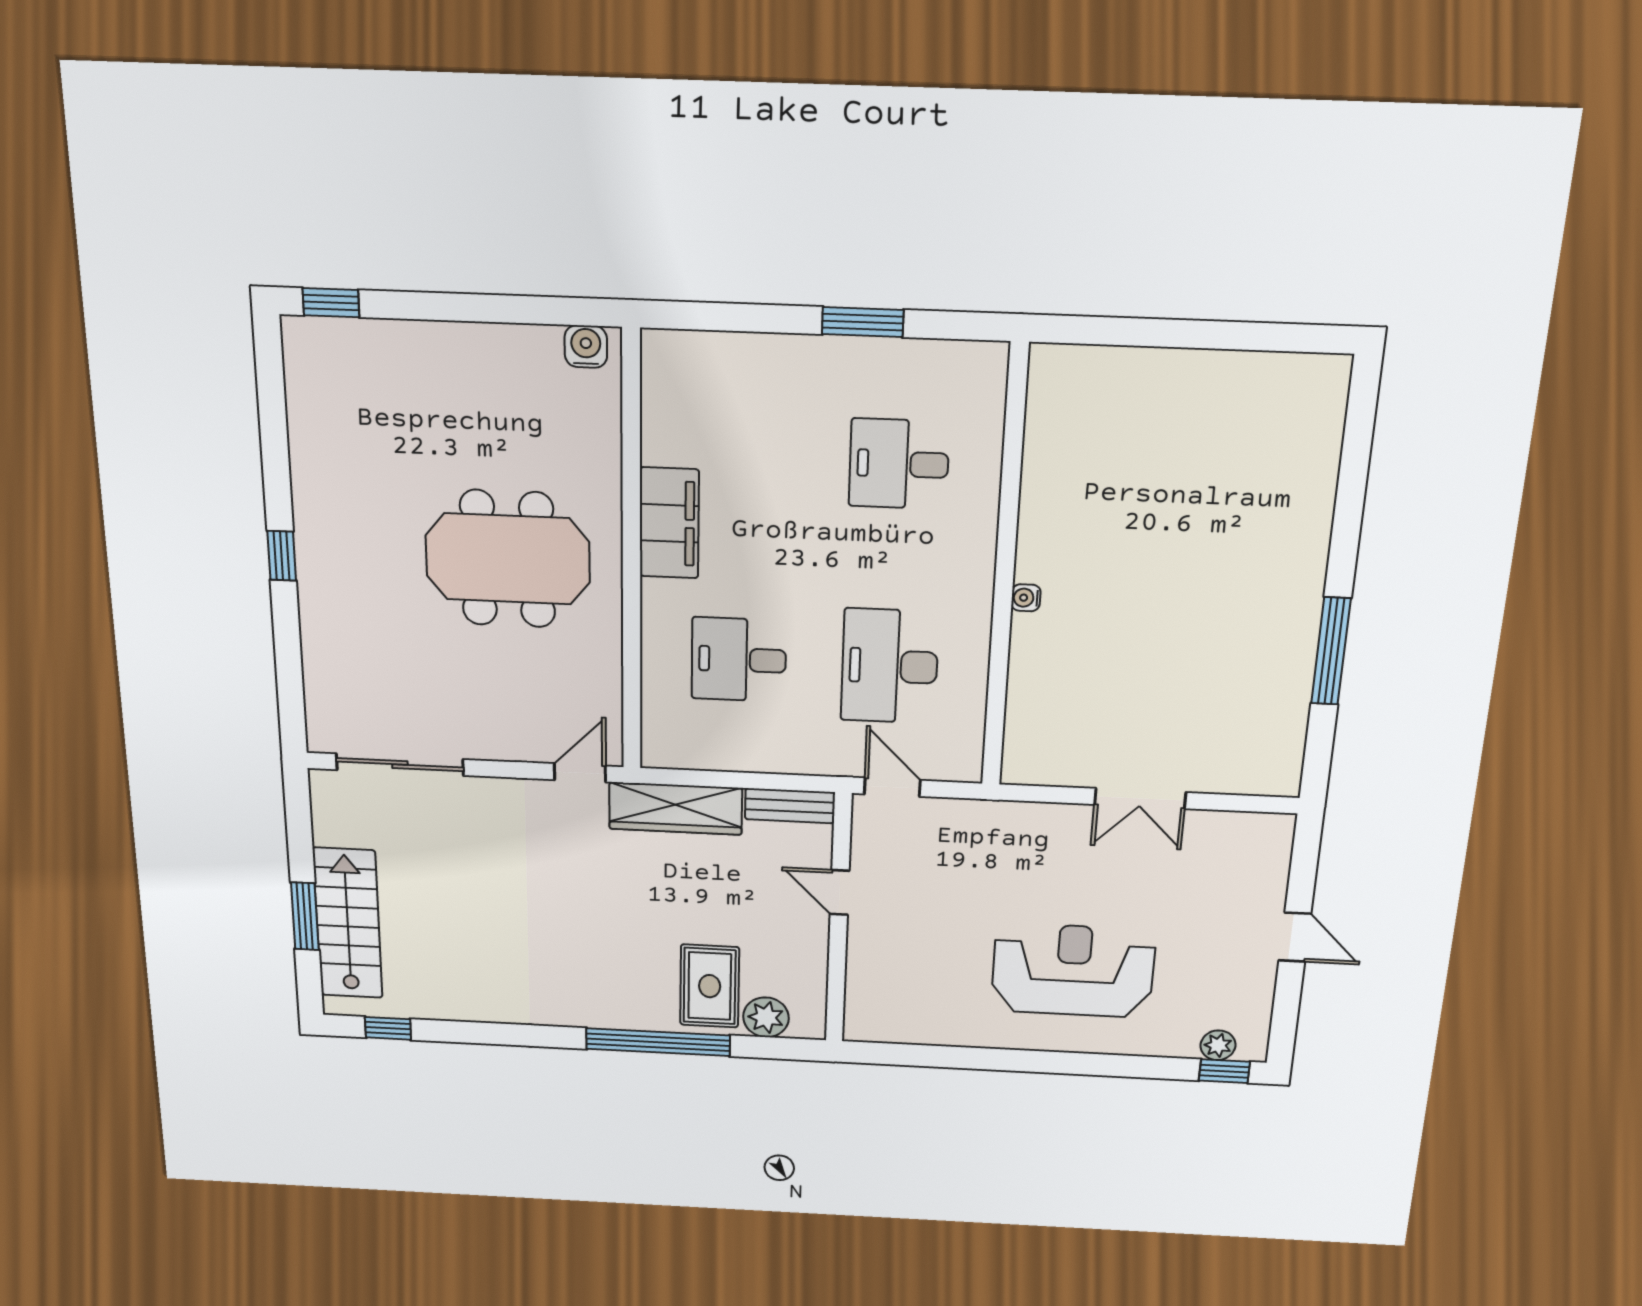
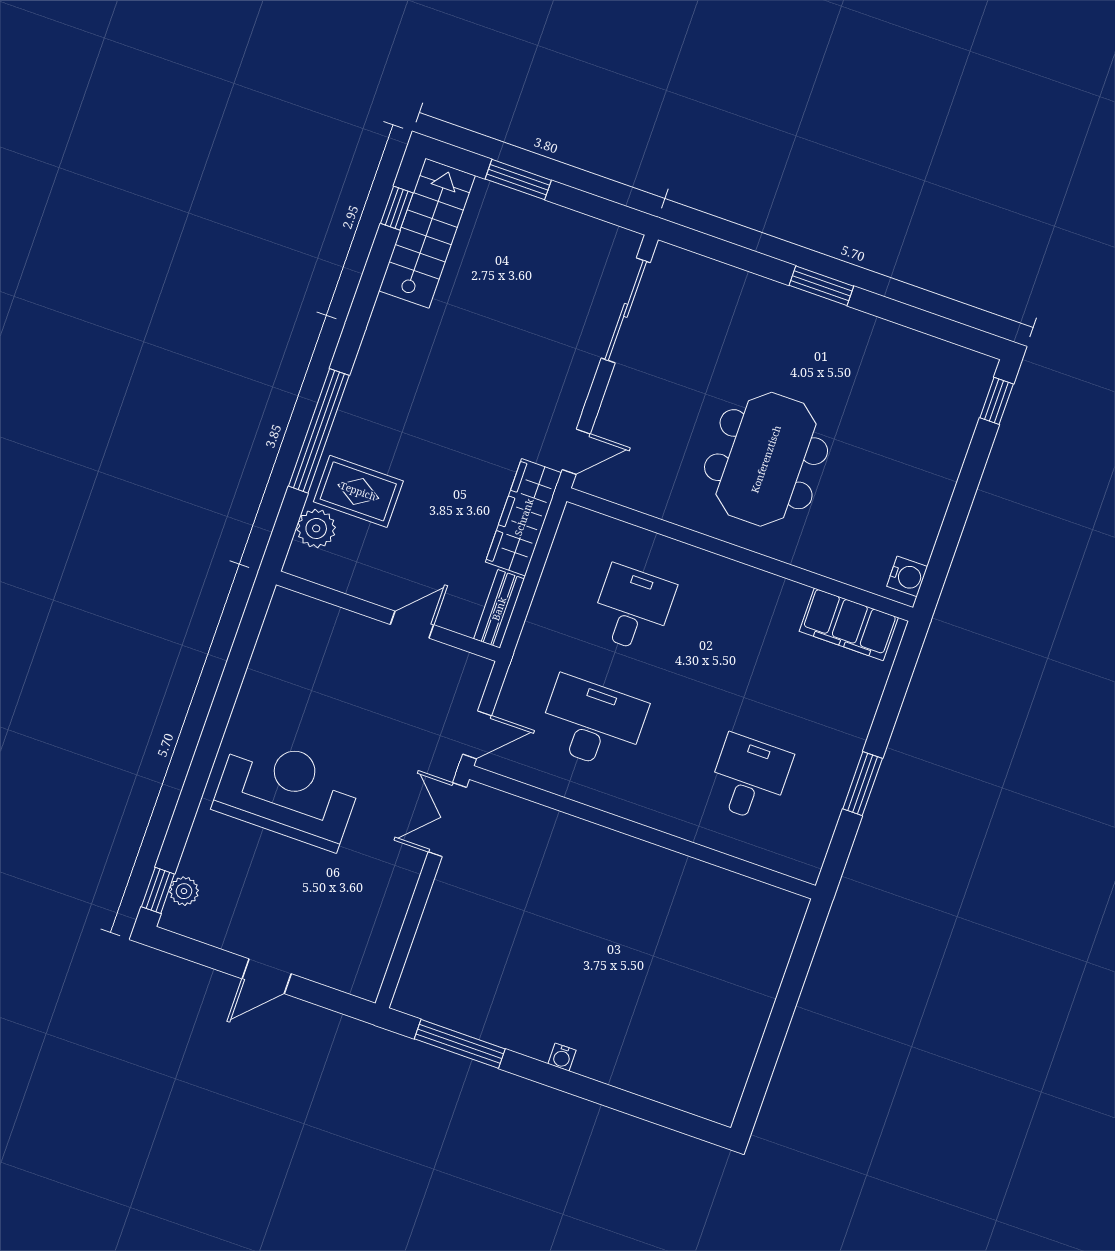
filing cabinet: (669, 523) -> (849, 624), moved
window: (282, 556) -> (821, 286), width x1.50
water cooler: (1026, 598) -> (562, 1057), moved, turned 180
window: (1331, 651) -> (460, 1044), moved
door: (580, 773) -> (576, 452), hinge flipped
door: (892, 787) -> (477, 735), moved
double door: (1140, 799) -> (447, 820), moved
stairs: (348, 923) -> (427, 233), moved, turned -90
reception desk: (1073, 970) -> (287, 792), turned -90

